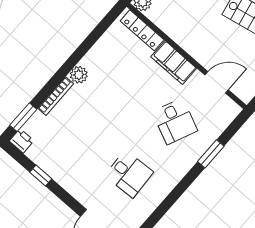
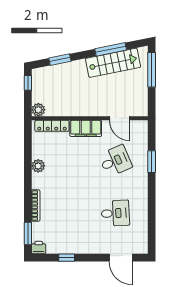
plant: (79, 75) -> (38, 166), moved
door: (217, 82) -> (120, 118), swing flipped
desk: (175, 121) -> (115, 161), turned -48

